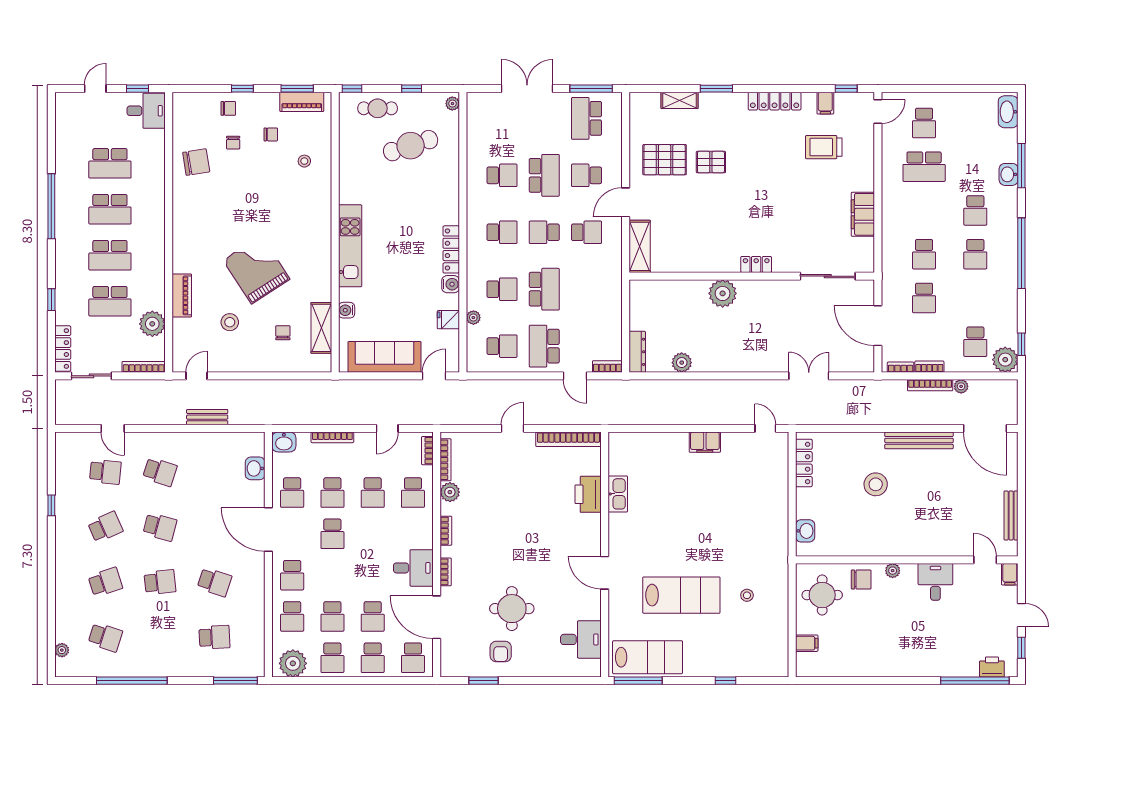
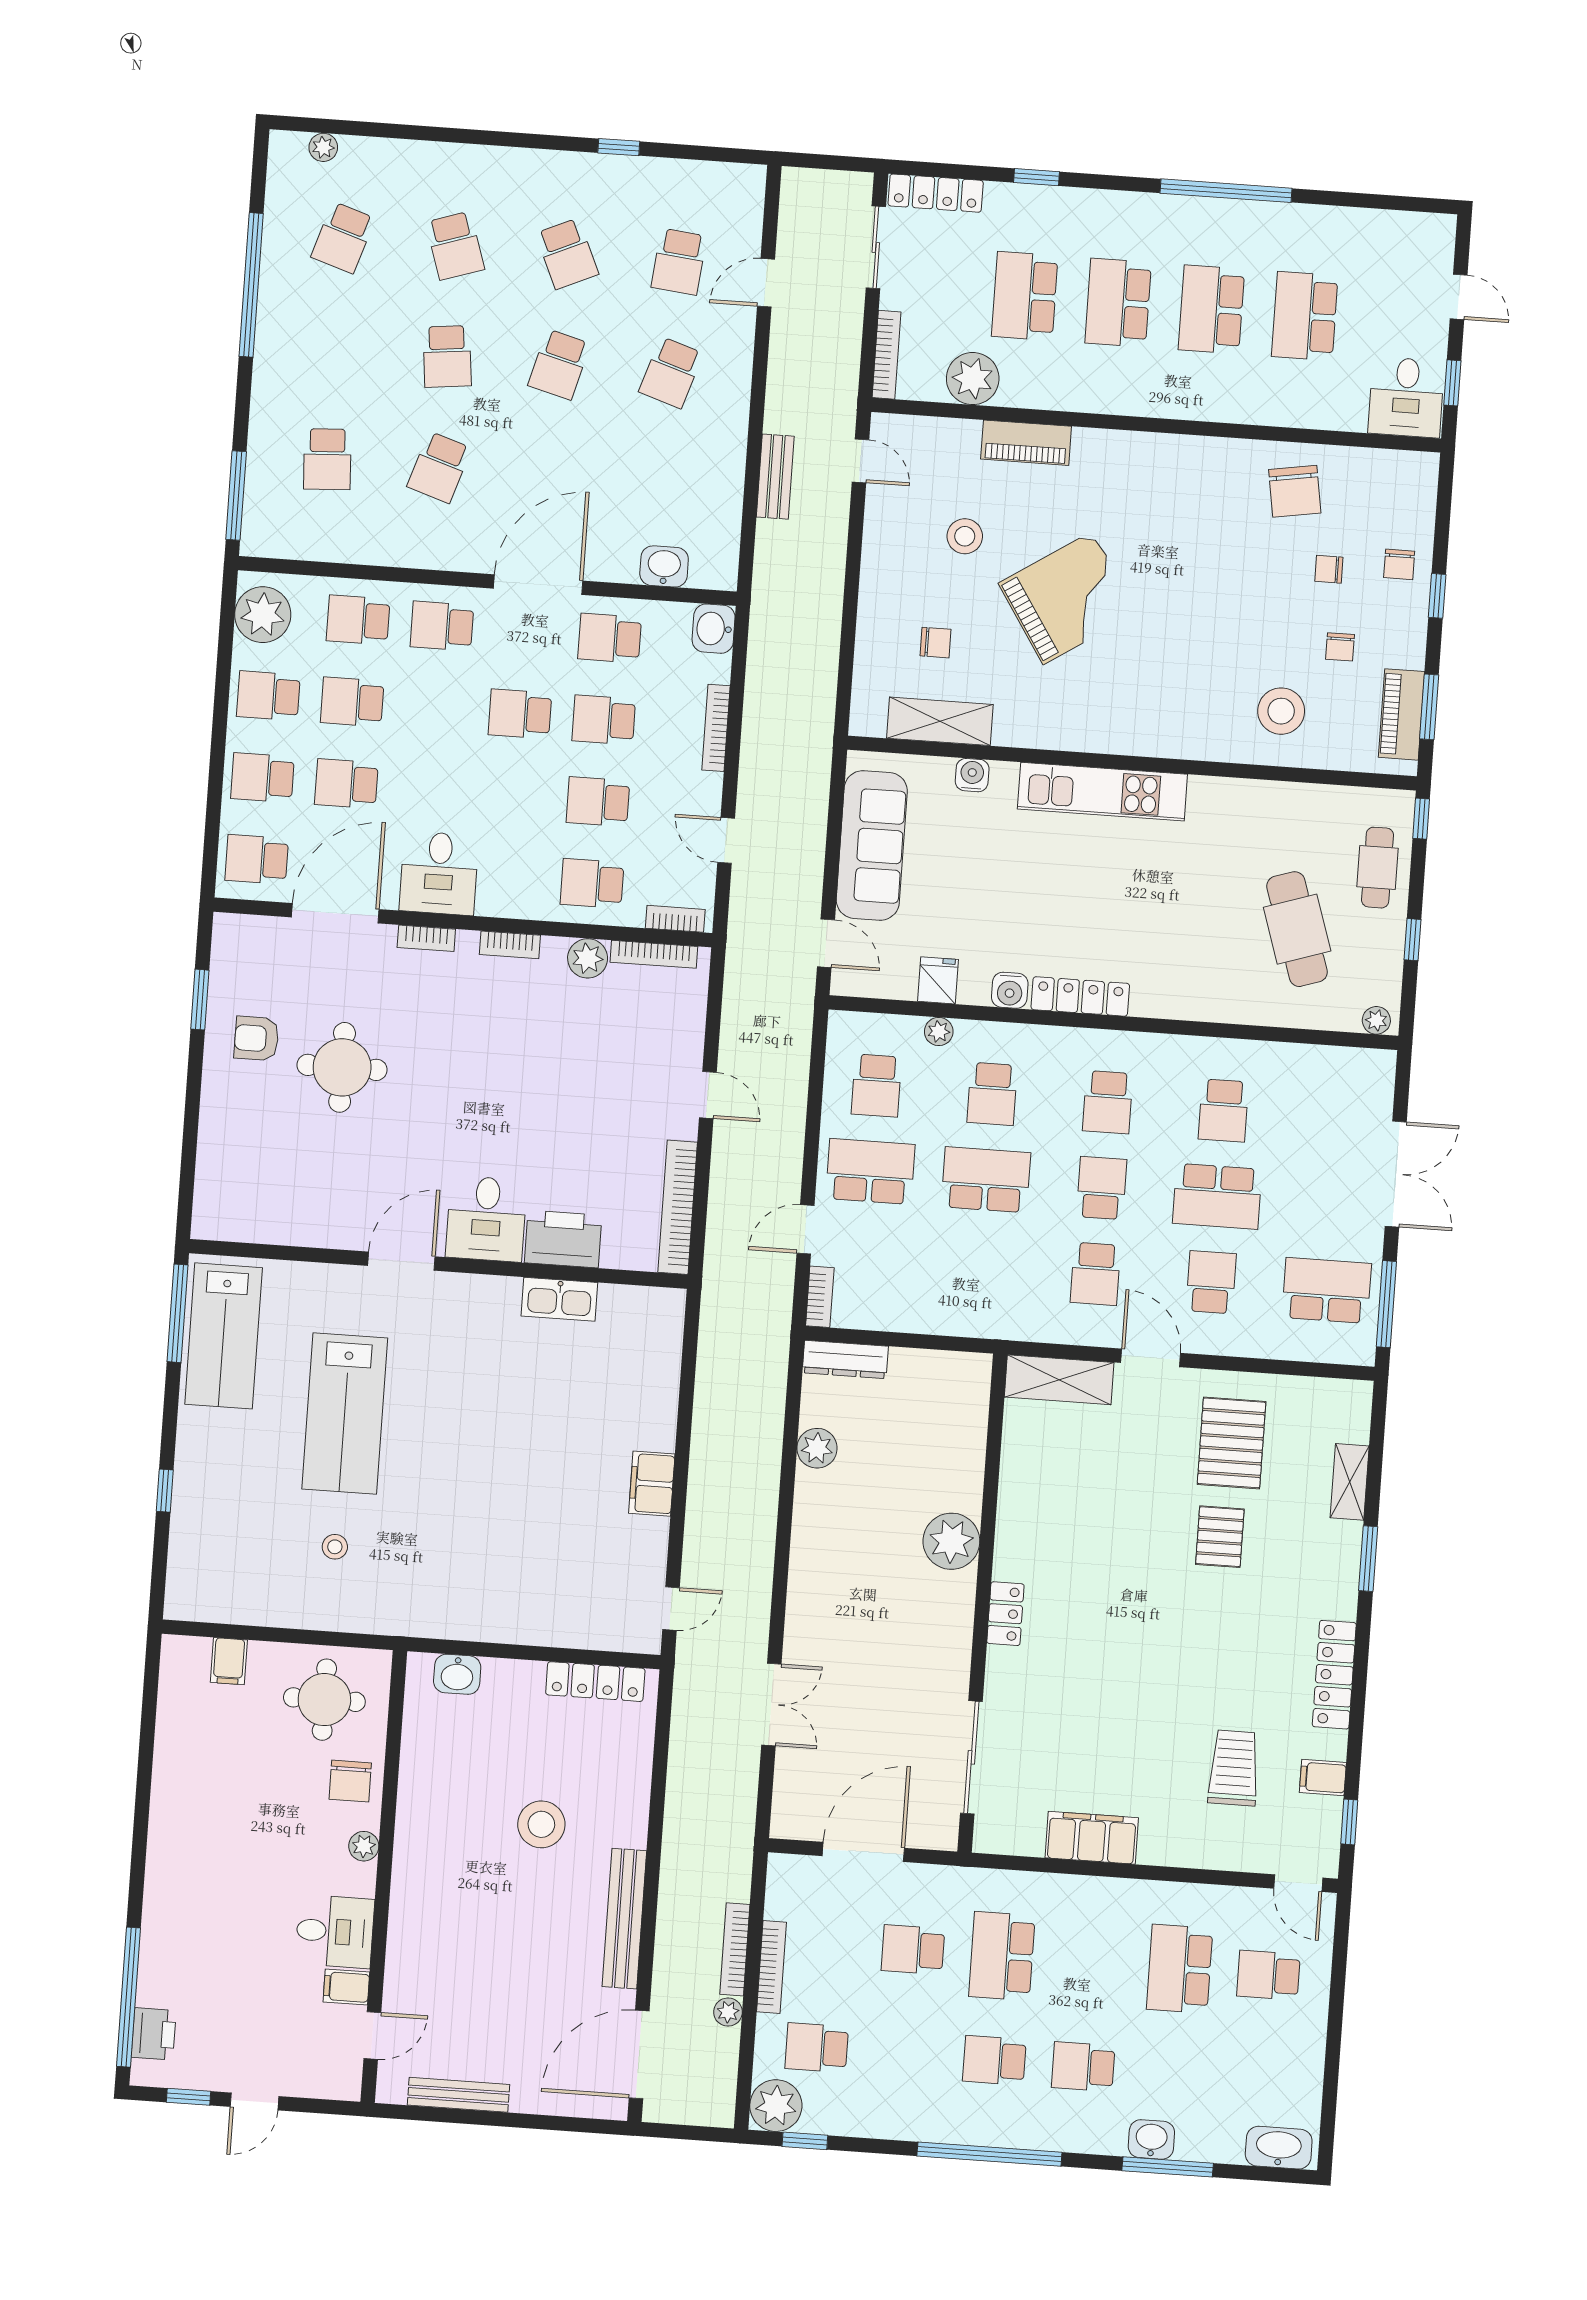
stool: (304, 161) -> (1281, 711), width x1.89, depth x1.89
school desk: (924, 254) -> (1002, 1956), width x1.85
school desk: (544, 289) -> (986, 1180), turned 180
bookcase: (901, 367) -> (776, 1892), removed
bookcase: (929, 367) -> (771, 1967), width x1.56
filing cabinet: (1010, 574) -> (346, 1987), moved
desk: (581, 639) -> (486, 1219), moved

